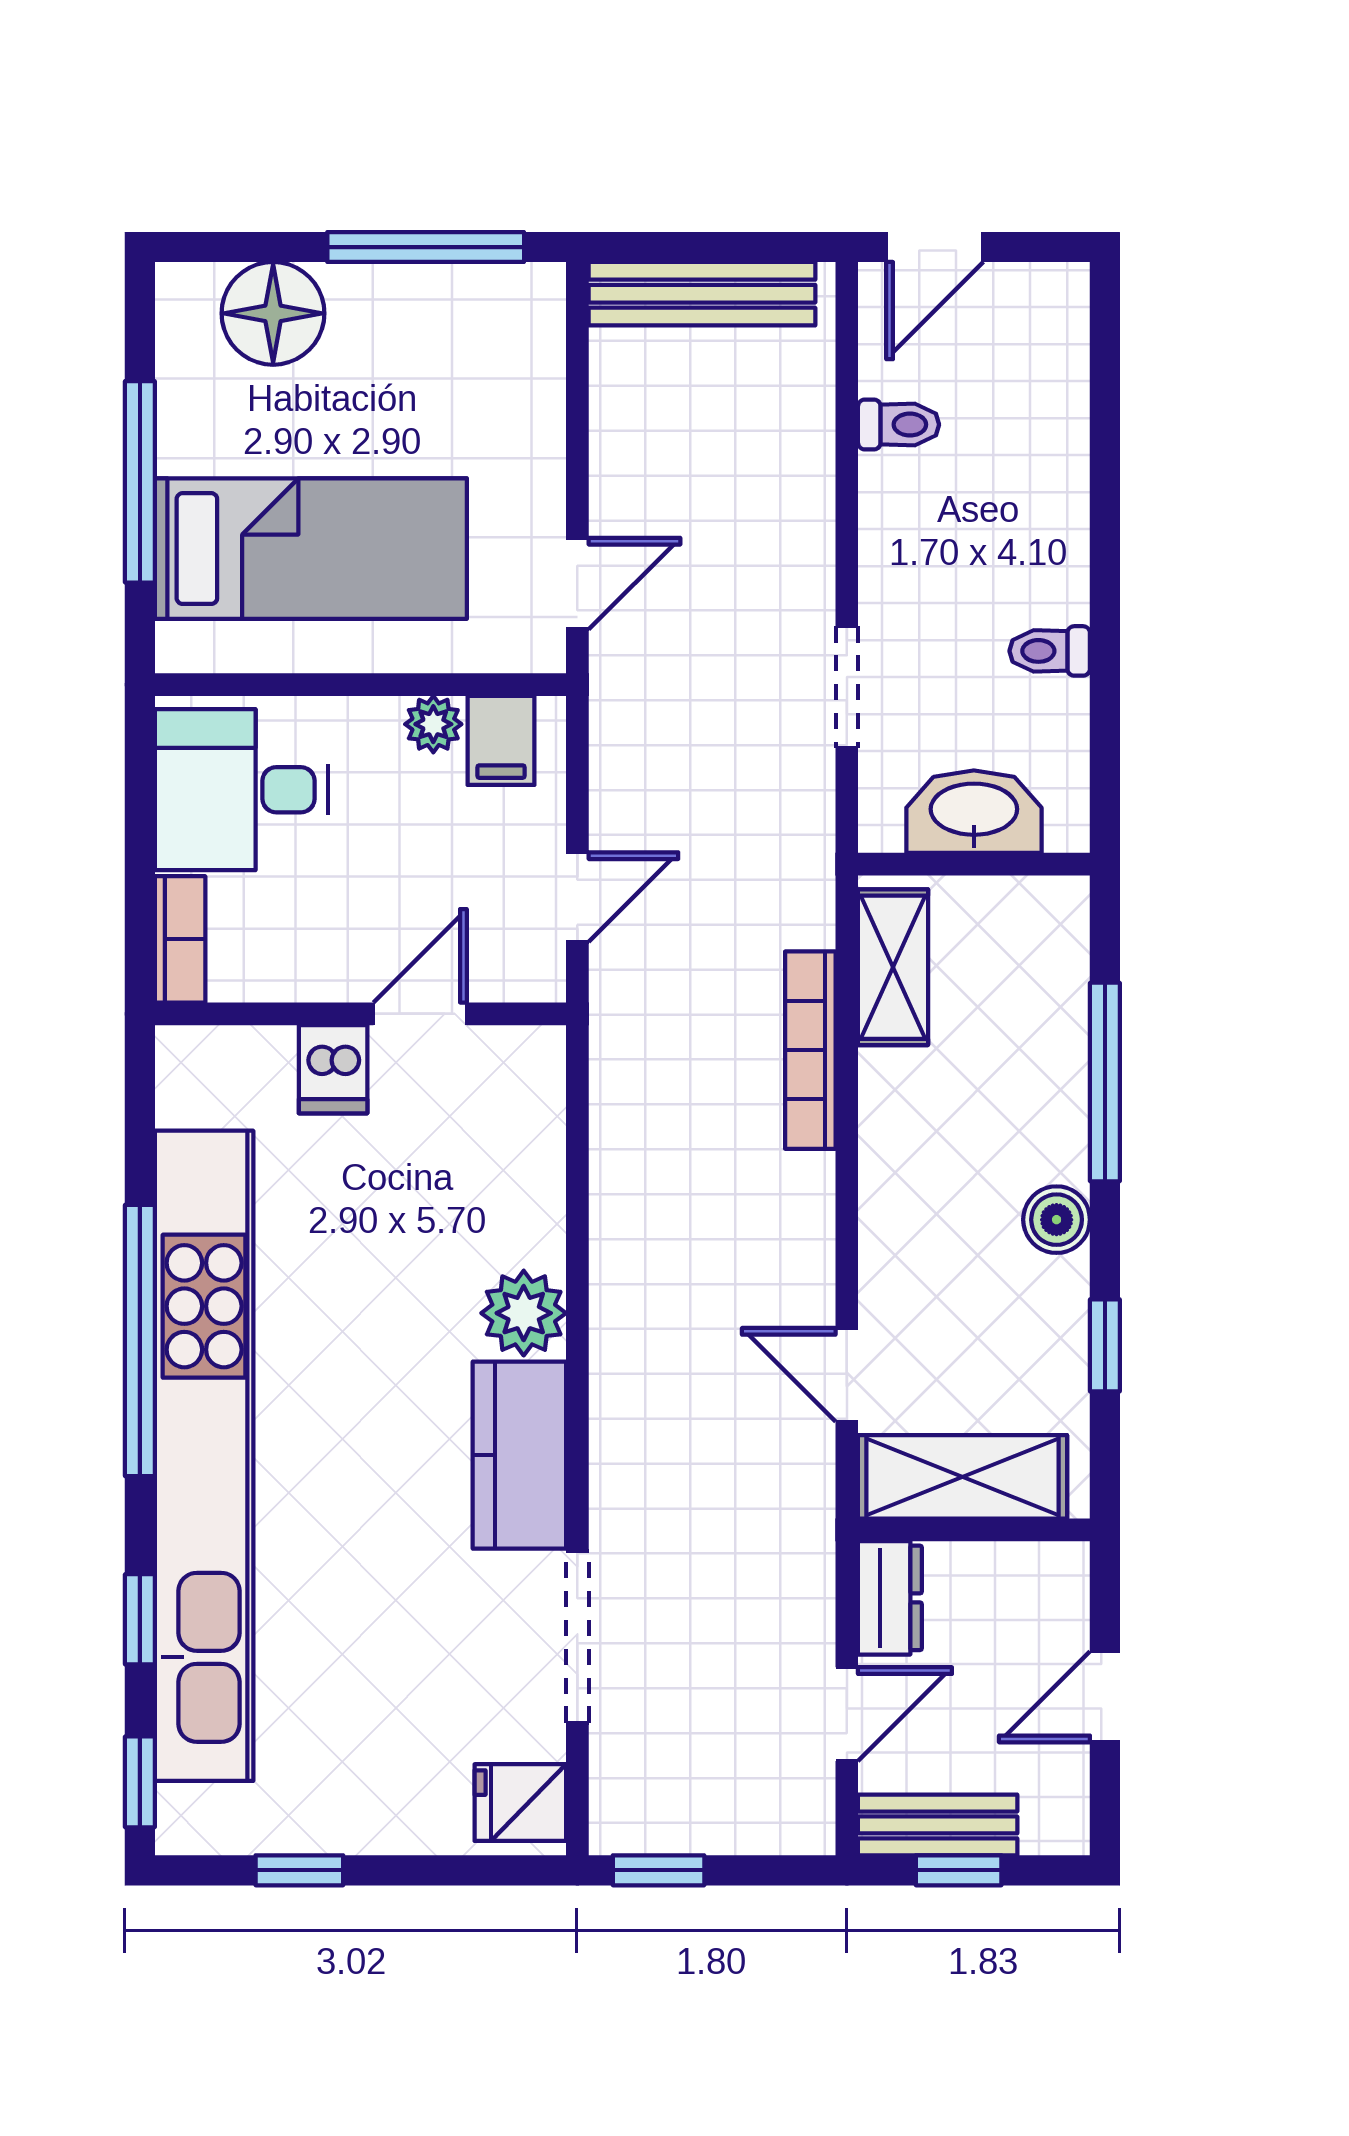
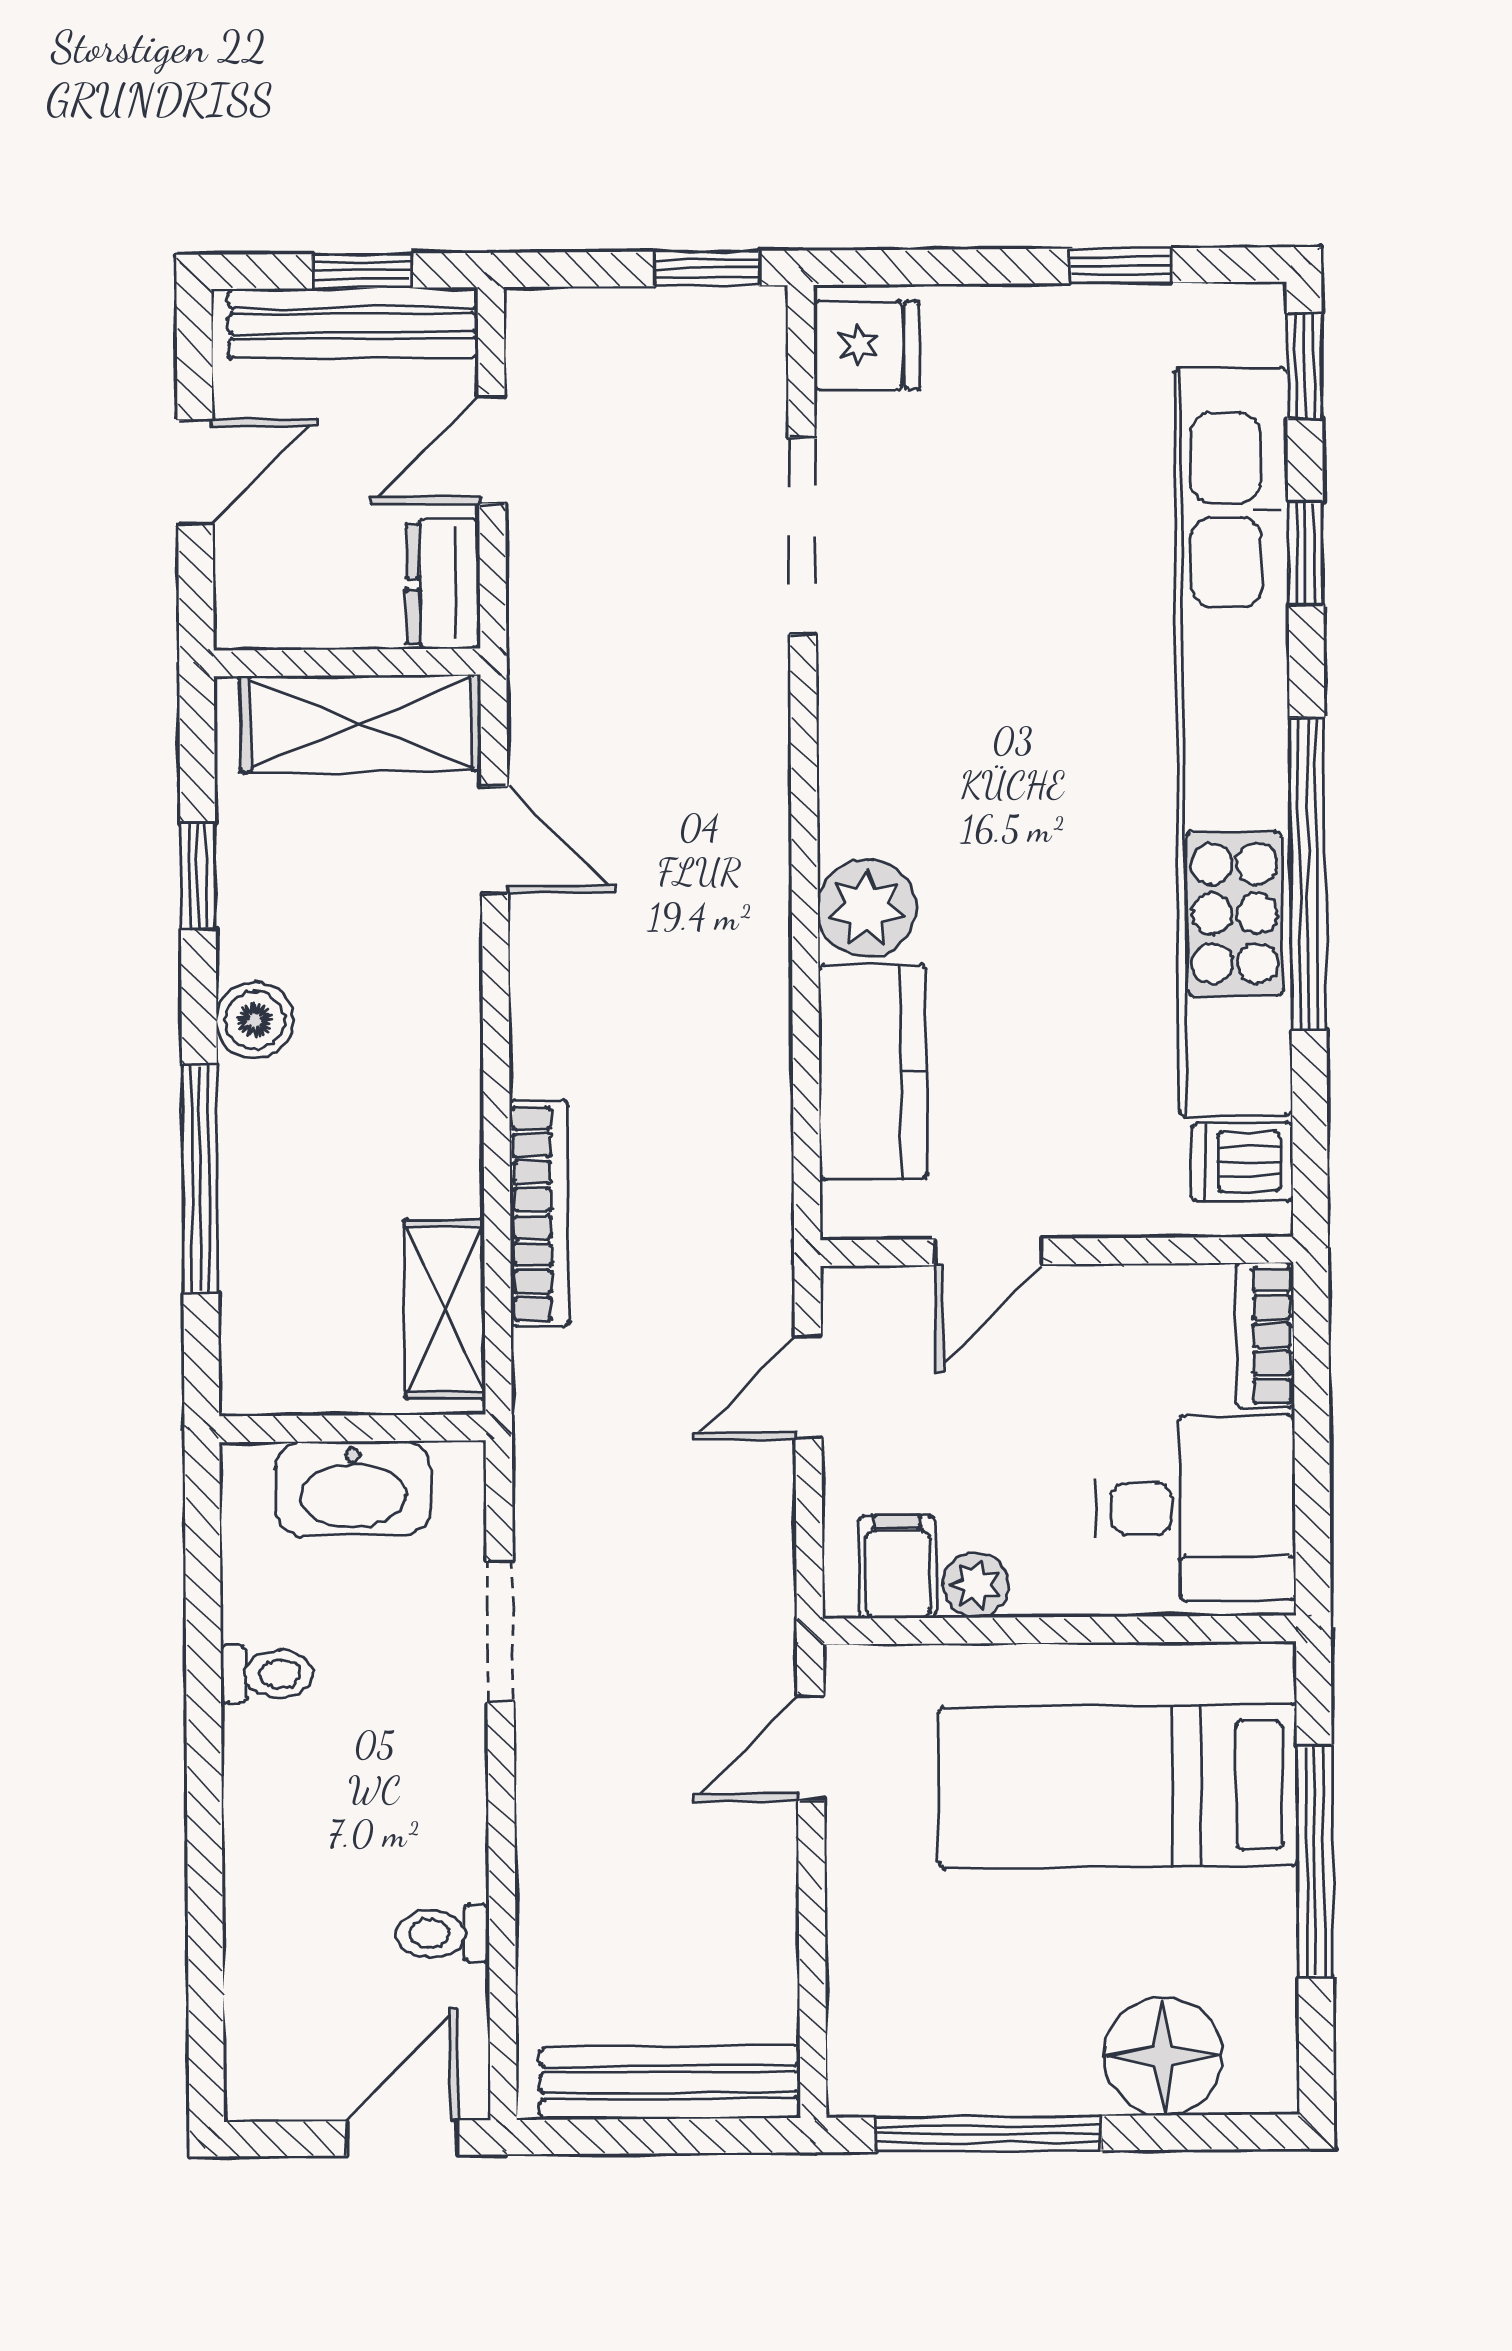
dishwasher: (333, 1069) -> (1242, 1162), moved, turned -90
kitchen counter: (519, 1455) -> (873, 1072), moved
bench: (938, 1825) -> (353, 323), width x1.36

